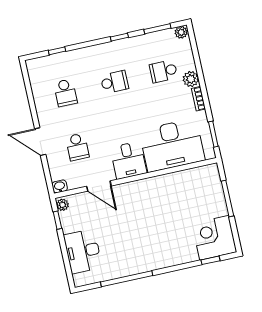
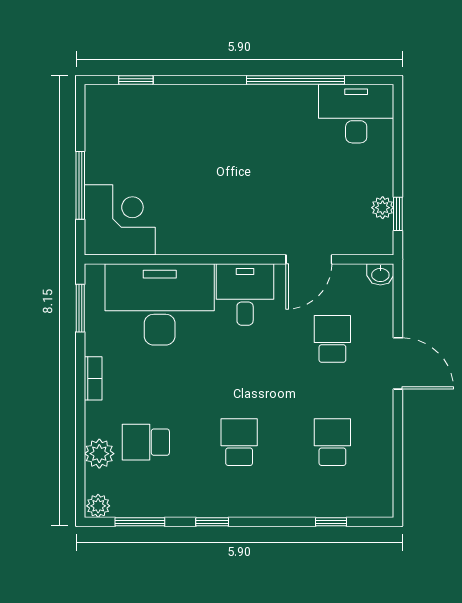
school desk: (163, 71) -> (146, 442), turned 180
plant: (191, 79) -> (99, 454), moved
school desk: (114, 82) -> (239, 442), turned 90
door: (99, 186) -> (309, 259), swing flipped
plant: (62, 205) -> (383, 208), moved
corner desk: (214, 238) -> (120, 220), moved, turned -90
desk: (83, 251) -> (356, 114), moved, turned -90

